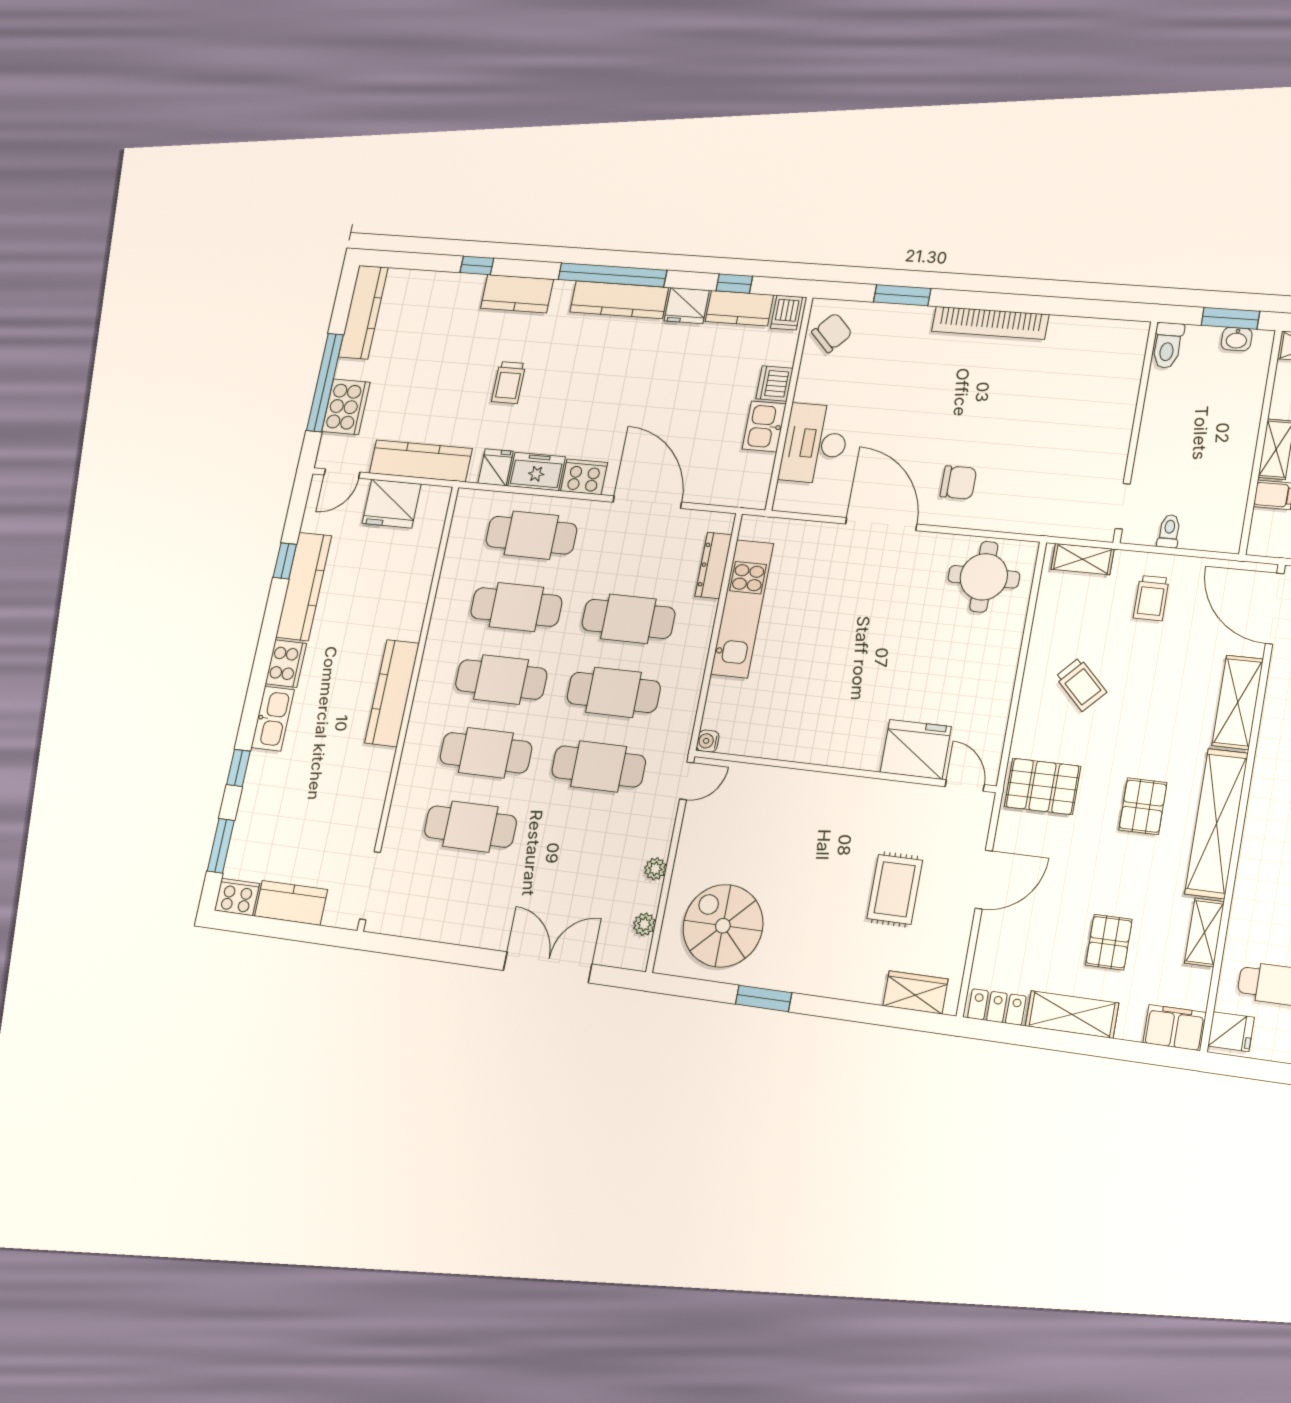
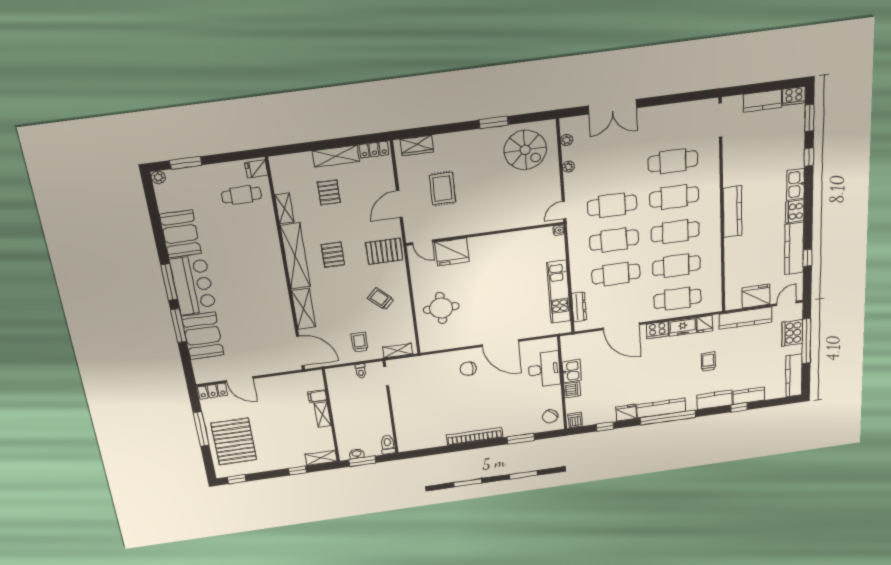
kitchen counter: (739, 308) -> (749, 396), moved
round table: (984, 577) -> (441, 308), moved
filing cabinet: (1175, 1028) -> (284, 164), removed

